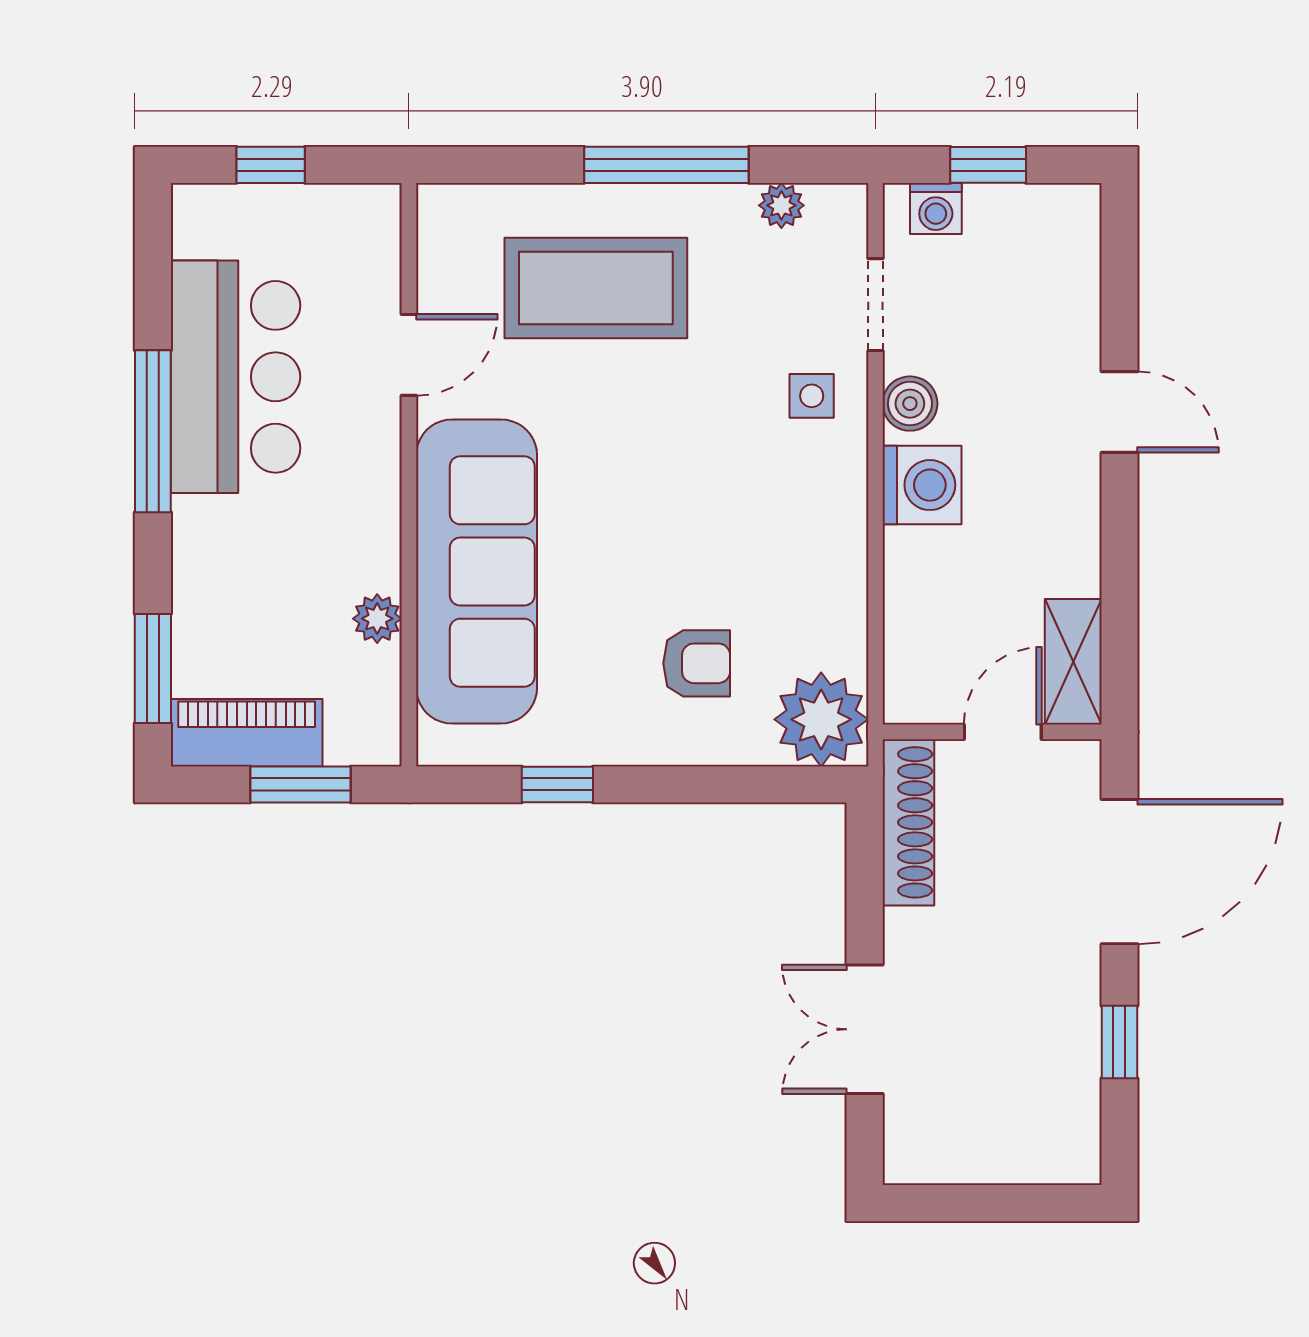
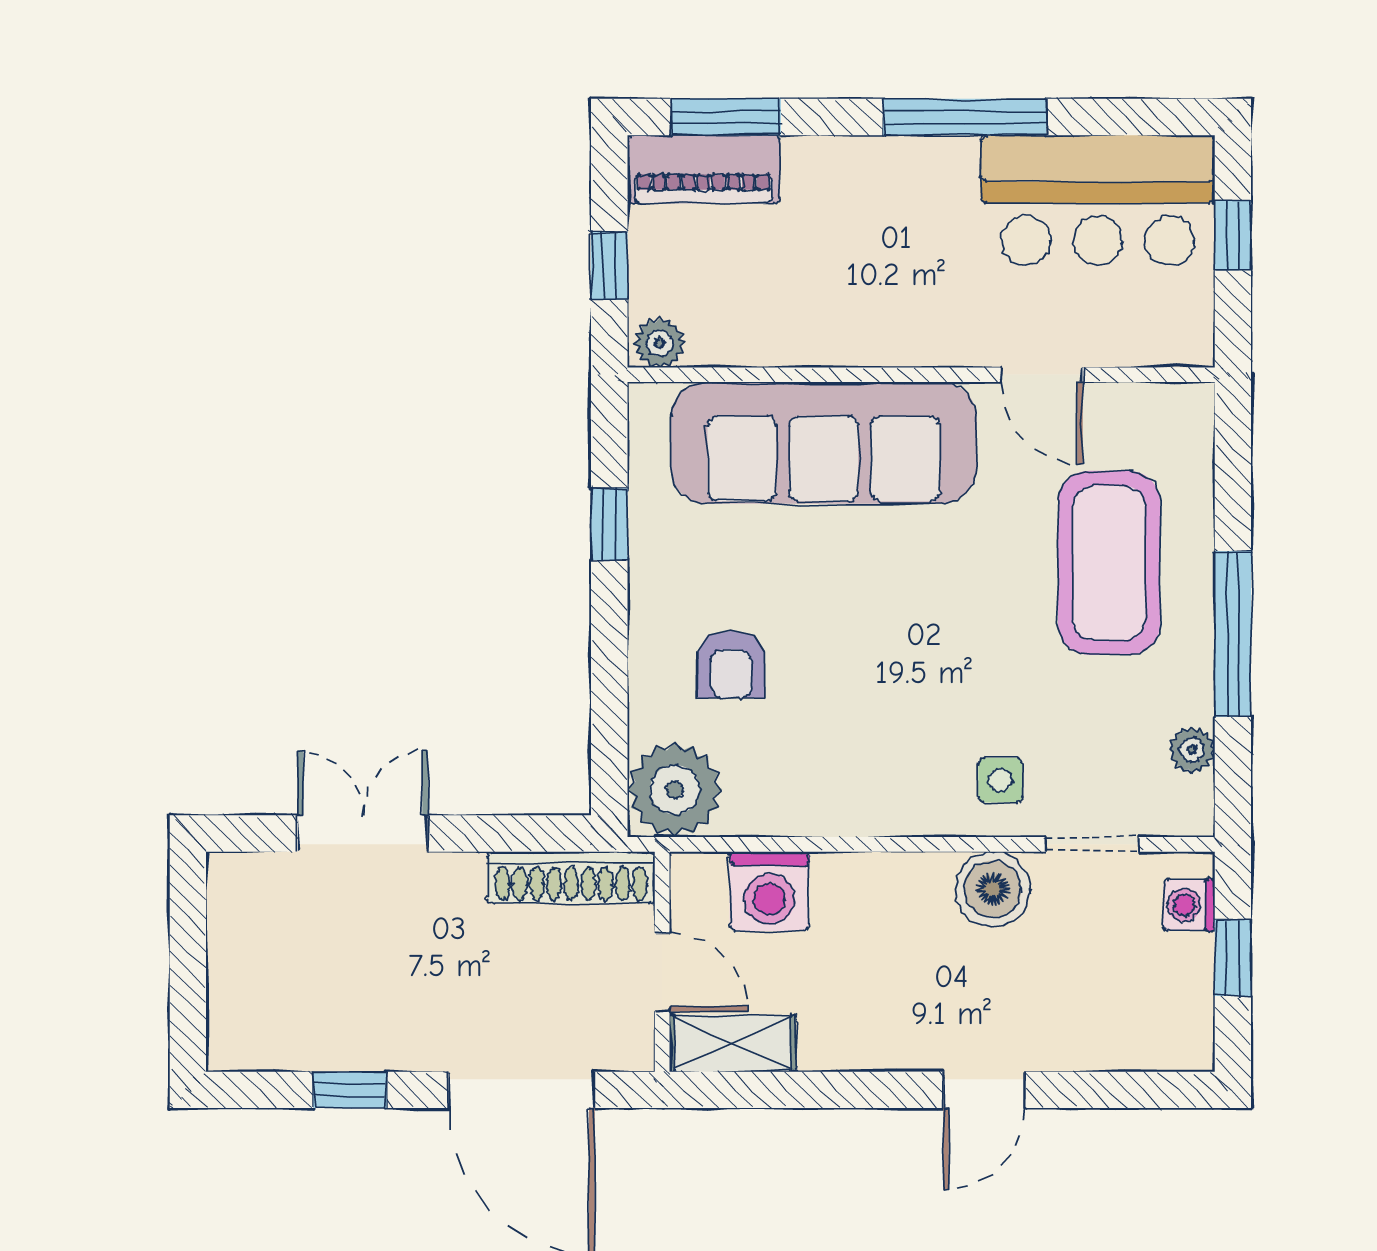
bar counter: (236, 377) -> (1098, 200), moved
boiler: (910, 404) -> (993, 889), width x1.36, depth x1.36
washing machine: (922, 485) -> (769, 891), moved
plant: (377, 619) -> (660, 343), moved
piano: (247, 733) -> (704, 169), moved, turned 90
window: (301, 784) -> (609, 266), width x0.67

